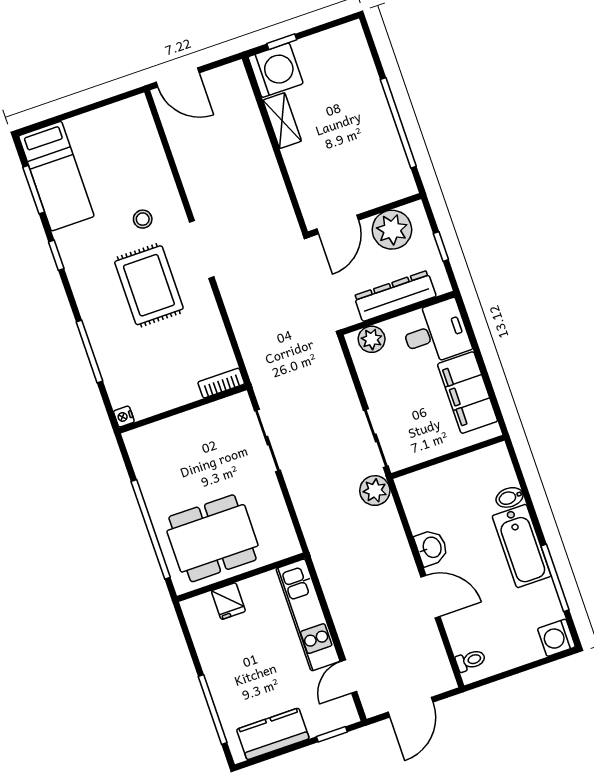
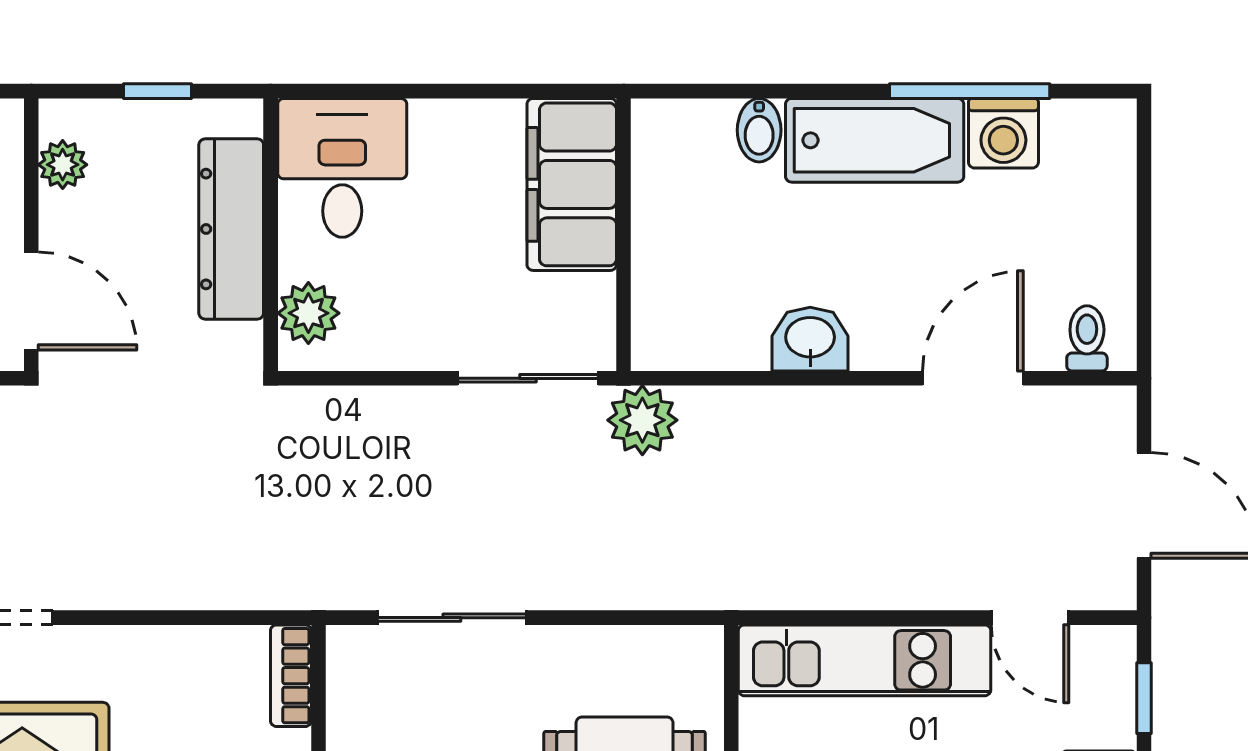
plant: (392, 230) -> (63, 165), width x0.53, depth x0.53
filing cabinet: (468, 393) -> (572, 184), moved, turned 90
door: (430, 597) -> (973, 378), moved
washing machine: (556, 638) -> (1003, 133), moved

